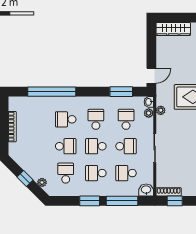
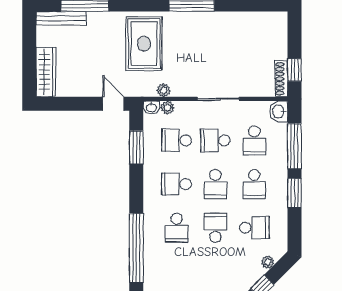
school desk: (126, 146) -> (215, 140), turned -90
school desk: (66, 173) -> (254, 228), turned 180

